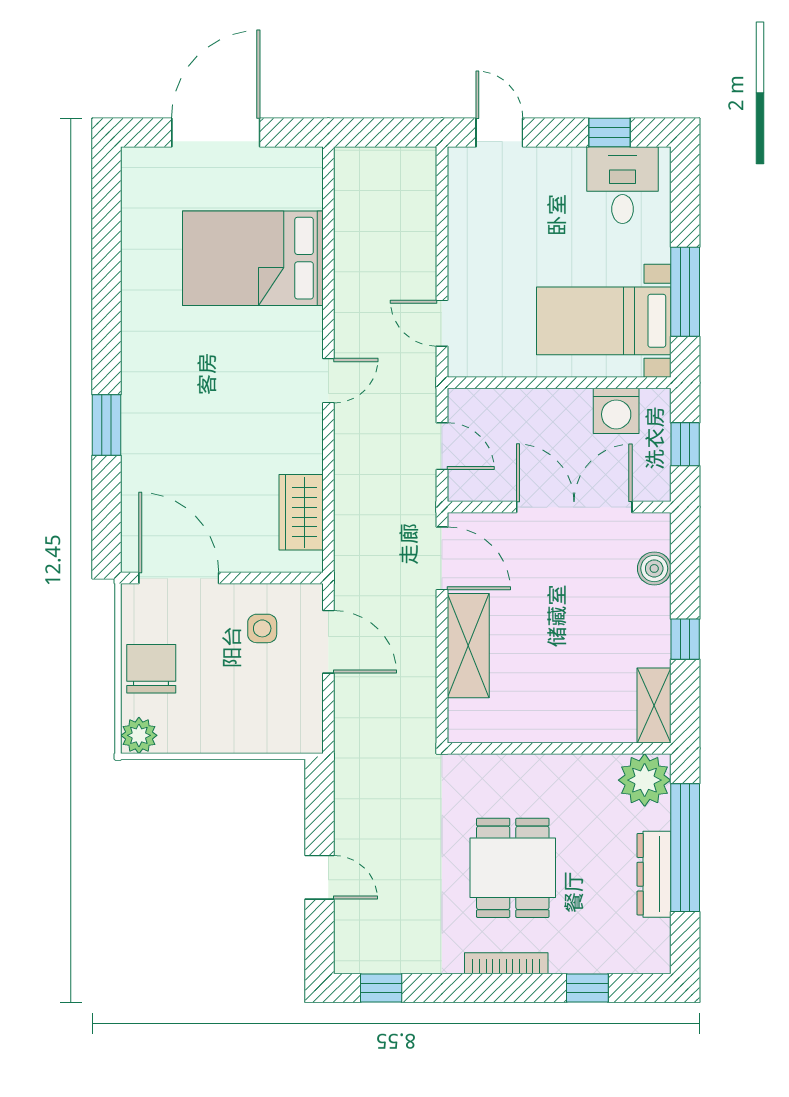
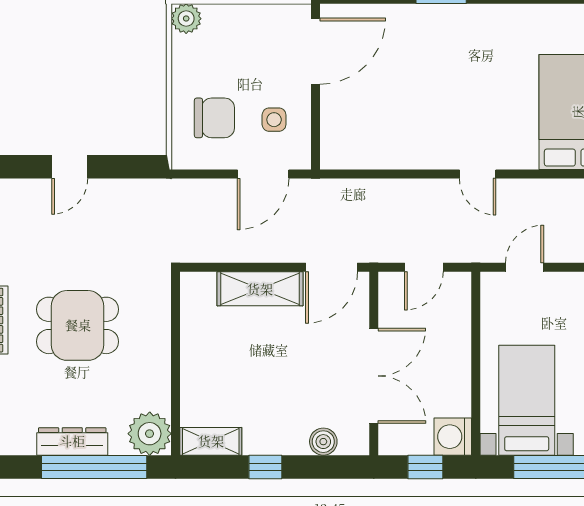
washing machine: (616, 411) -> (453, 437), moved
wardrobe: (301, 512) -> (369, 152), removed
chair: (151, 669) -> (214, 118), moved

